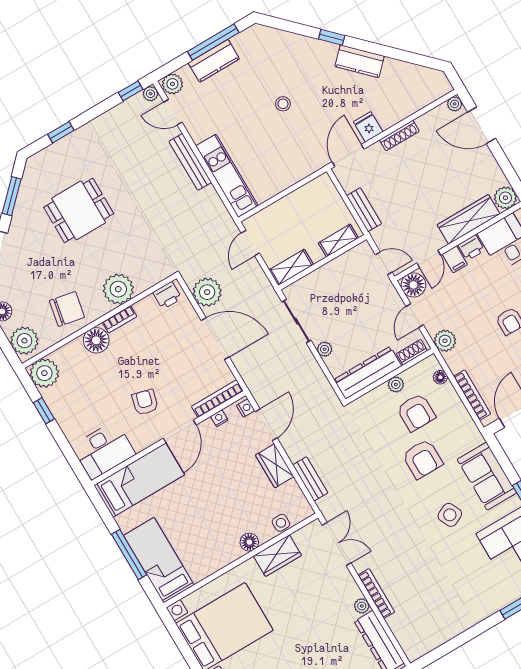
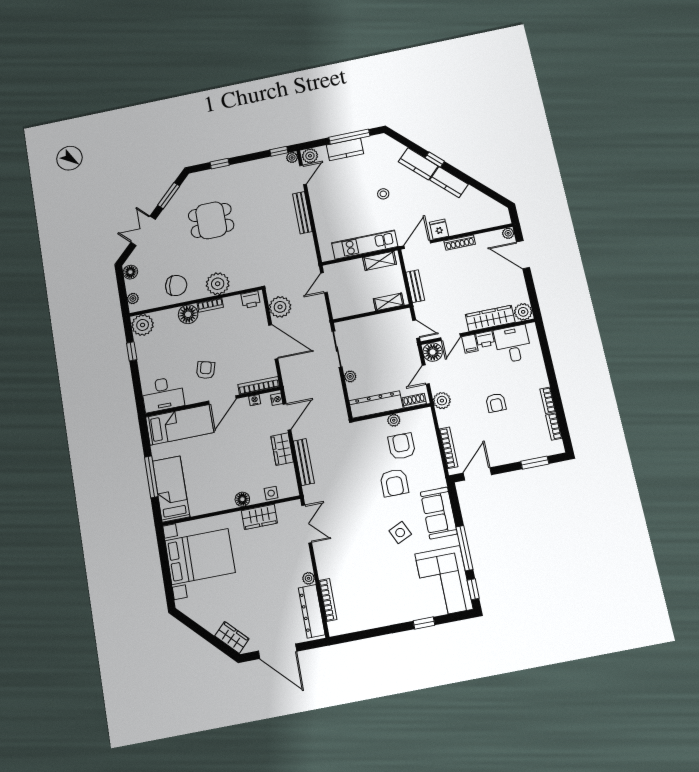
kitchen counter: (313, 50) -> (418, 164), added
door: (173, 112) -> (303, 175), swing flipped
kitchen unit: (227, 176) -> (365, 245), moved, turned -90
shelving: (291, 267) -> (379, 261), moved
plant: (24, 341) -> (133, 298), width x0.53, depth x0.53
floor lamp: (440, 377) -> (429, 426), removed
armchair: (416, 412) -> (402, 446), turned 180
bench: (310, 479) -> (304, 462), width x1.36
bookcase: (376, 594) -> (328, 600), moved

